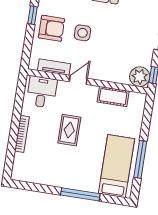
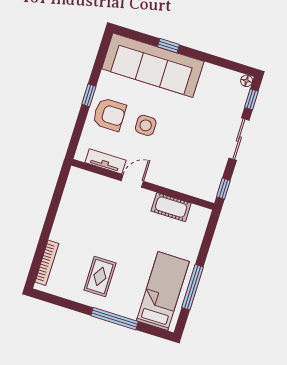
plant: (140, 77) -> (206, 188), removed
desk: (42, 92) -> (86, 189), removed
rug: (69, 130) -> (100, 276), moved
bookcase: (22, 134) -> (47, 263), moved

